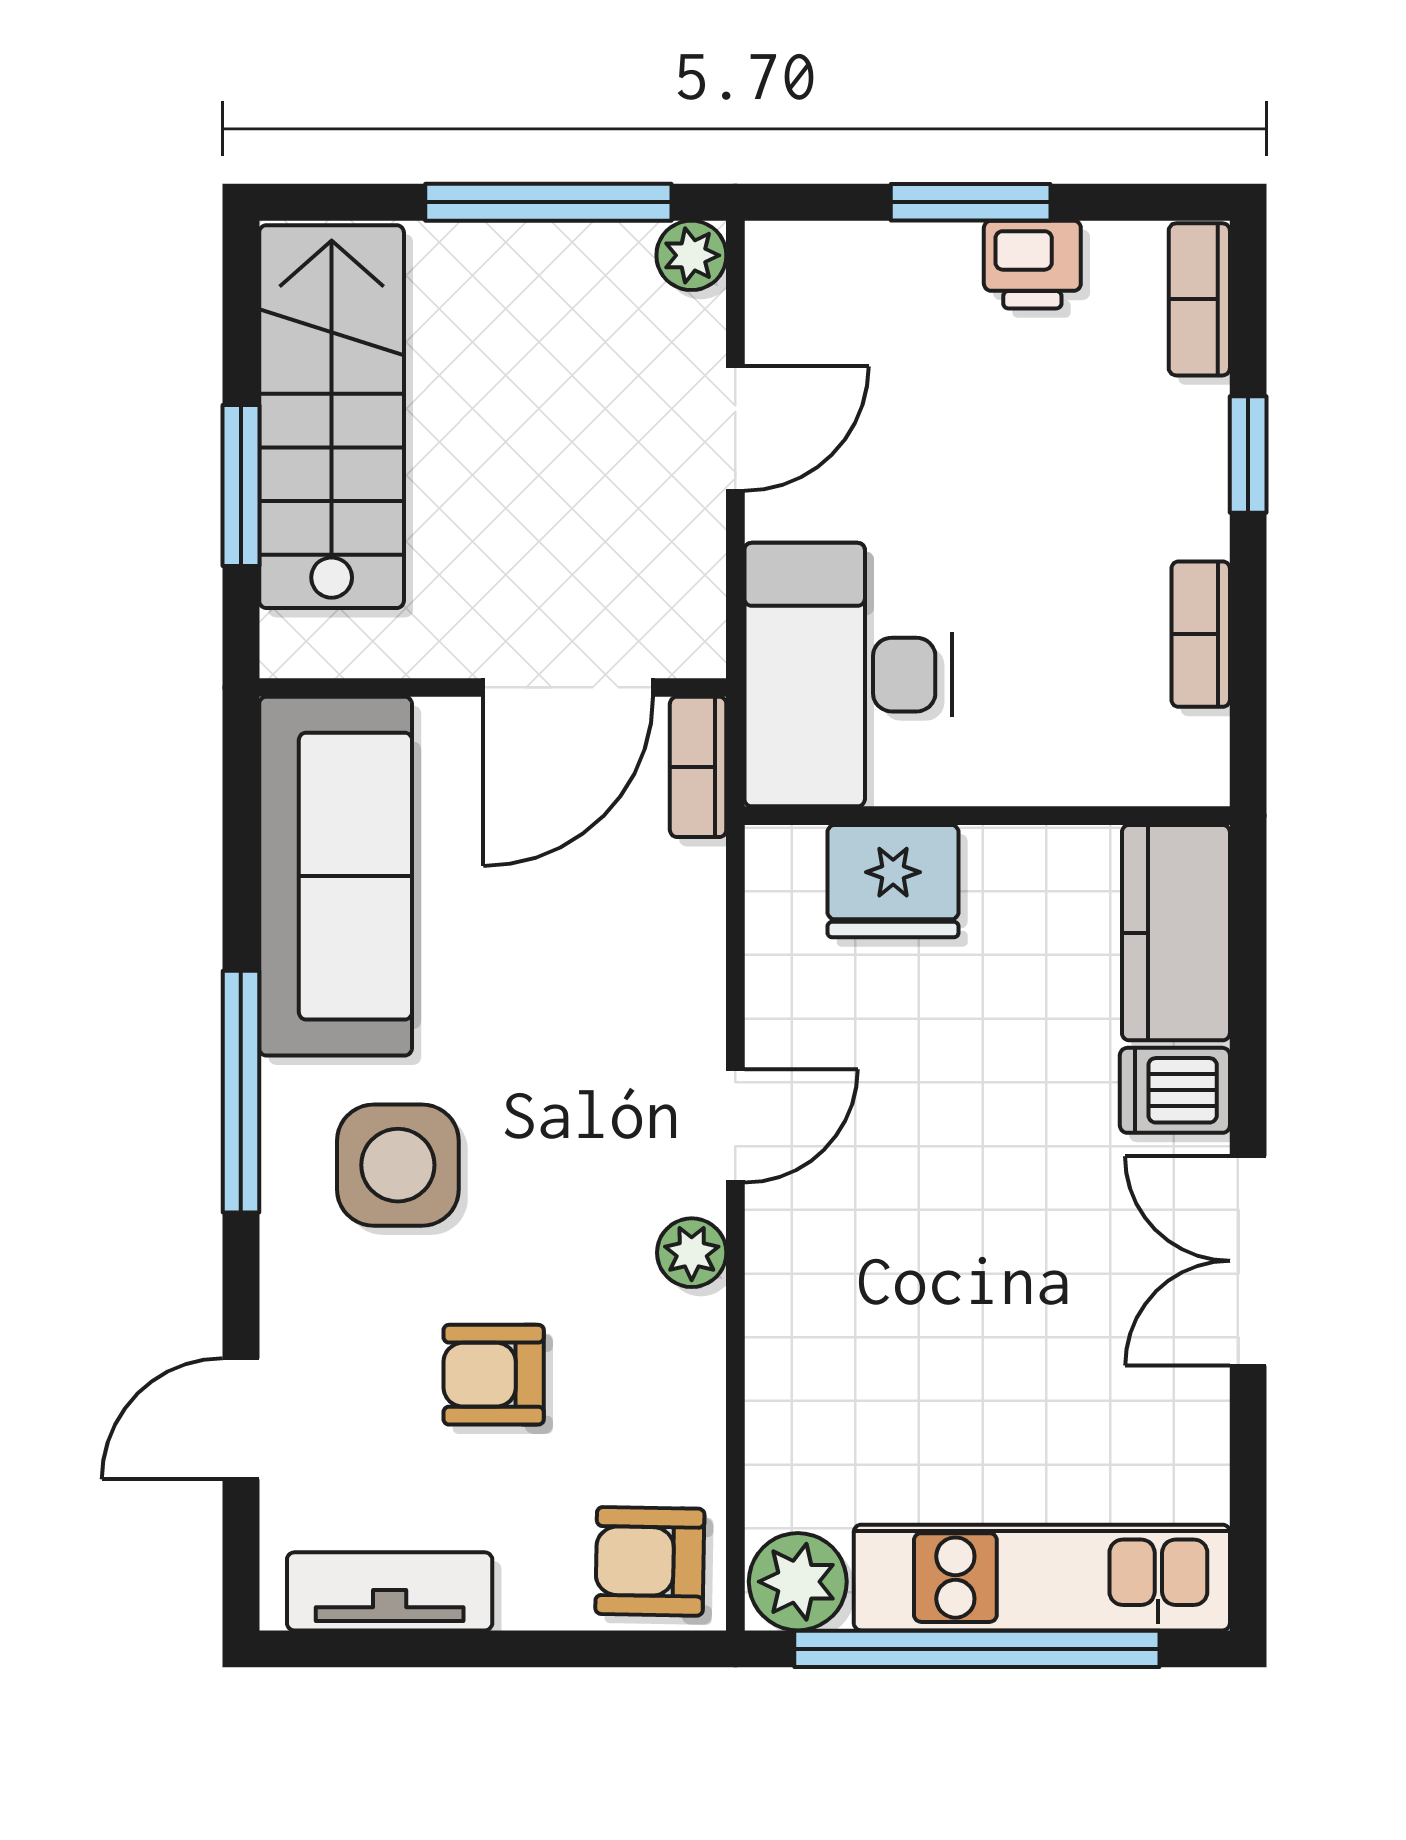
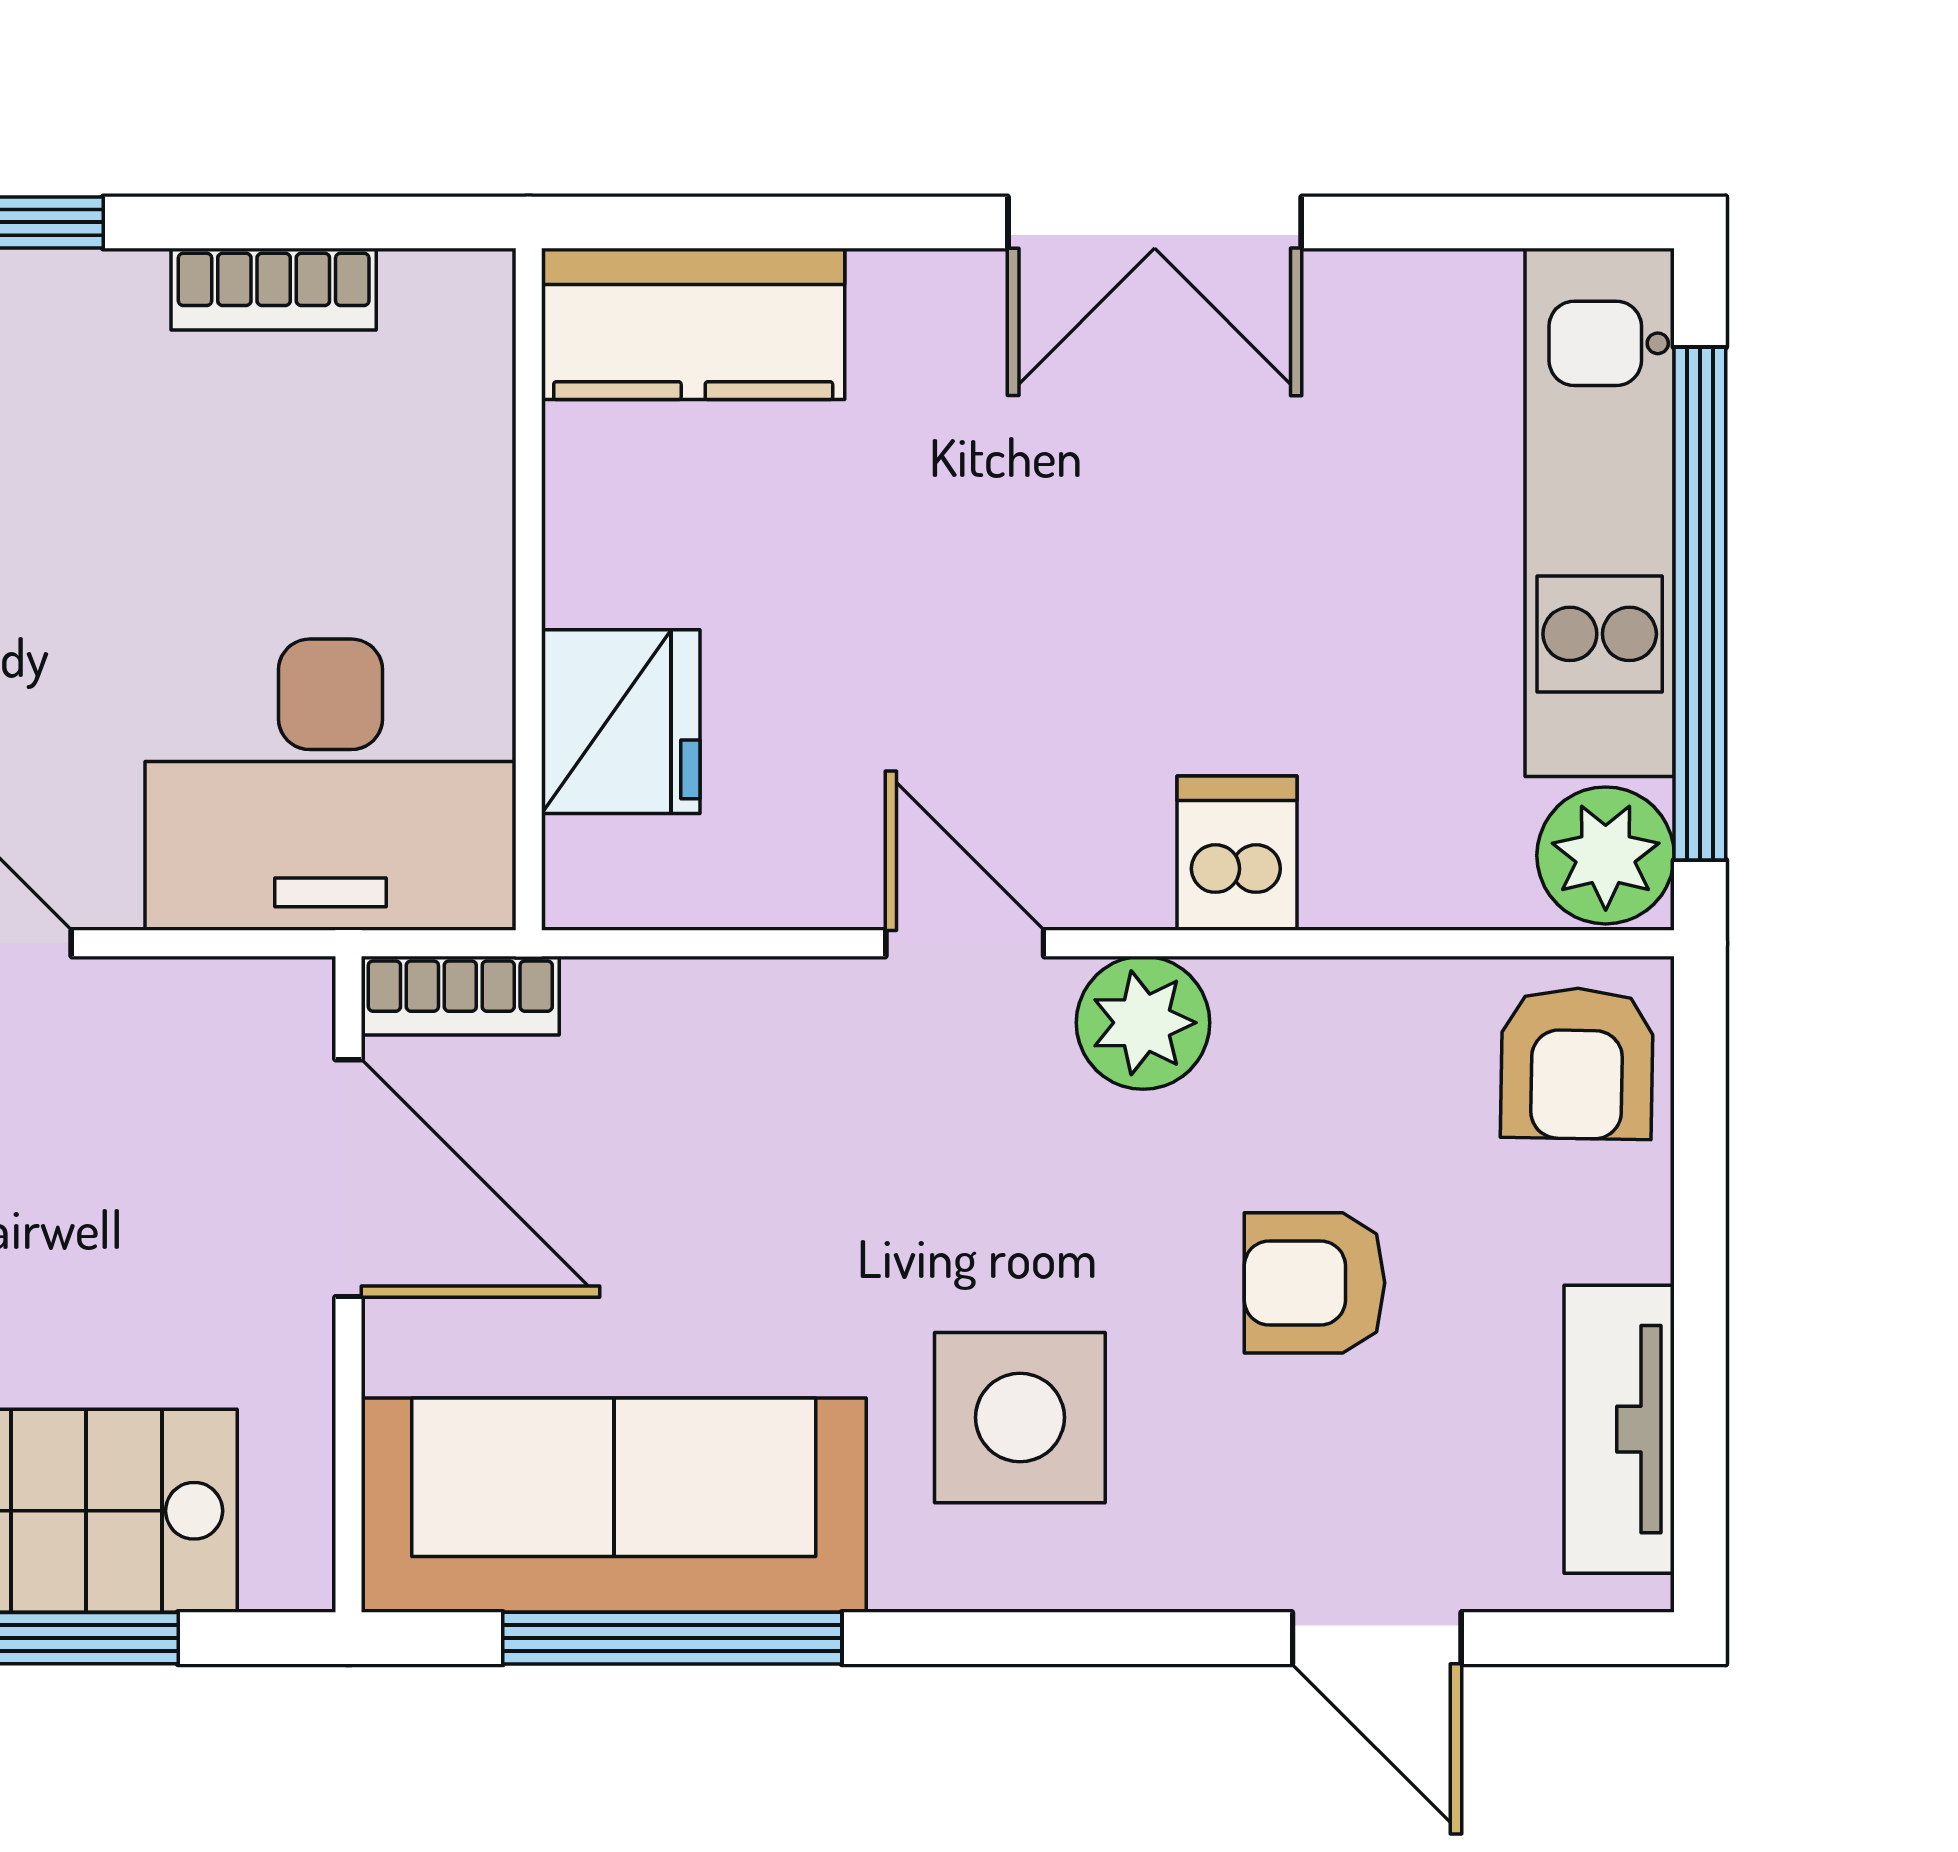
dishwasher: (1175, 1090) -> (1237, 853), moved, turned 180
window: (241, 1092) -> (672, 1638), moved
plant: (692, 1253) -> (1143, 1023), width x1.38, depth x1.38
armchair: (494, 1375) -> (1314, 1283), turned 90

